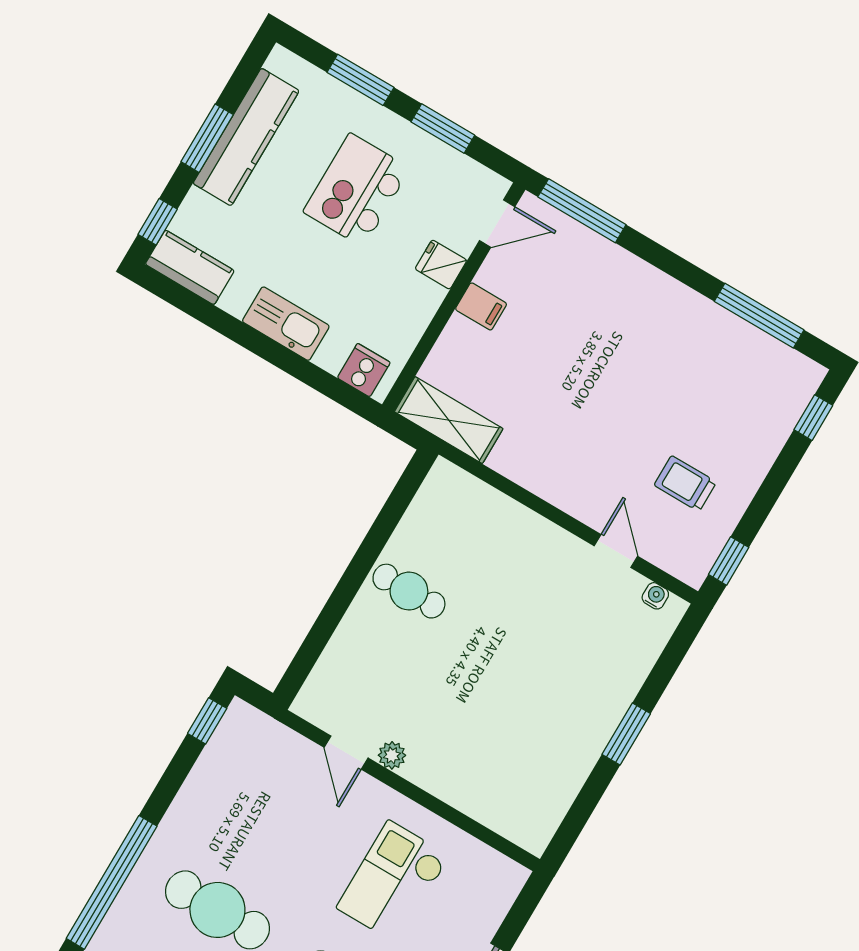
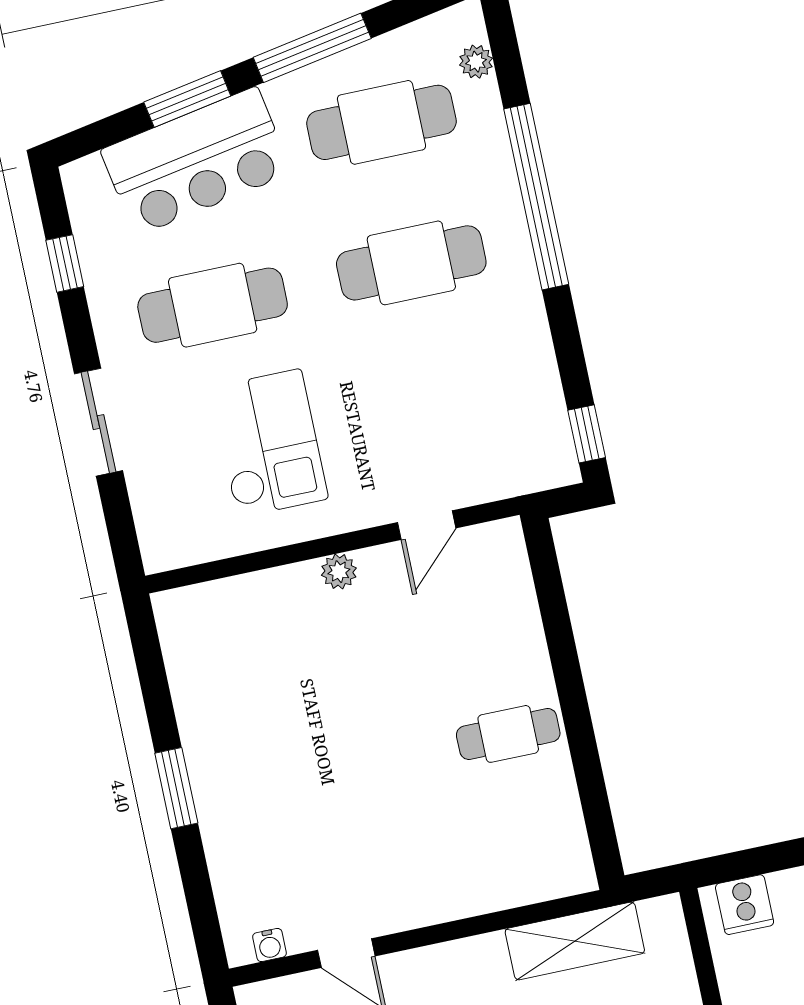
shelving: (449, 420) -> (575, 941), moved
door: (346, 753) -> (427, 525), swing flipped
plant: (392, 755) -> (339, 572), moved

